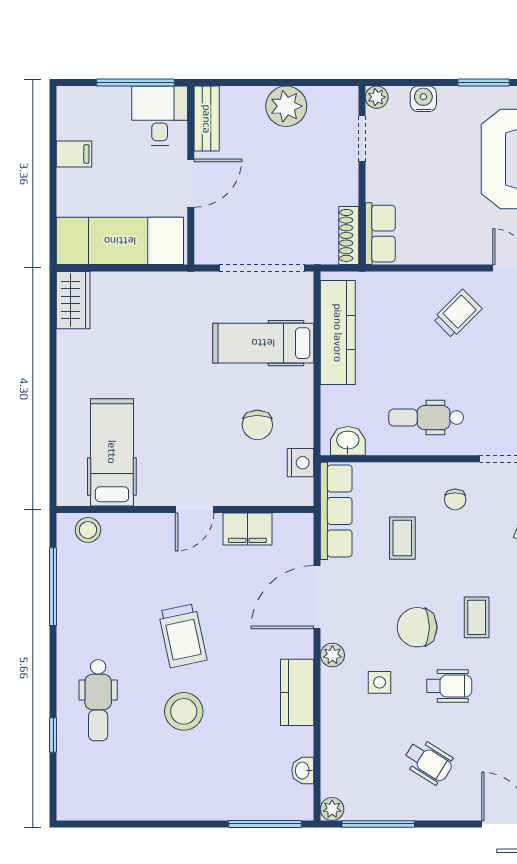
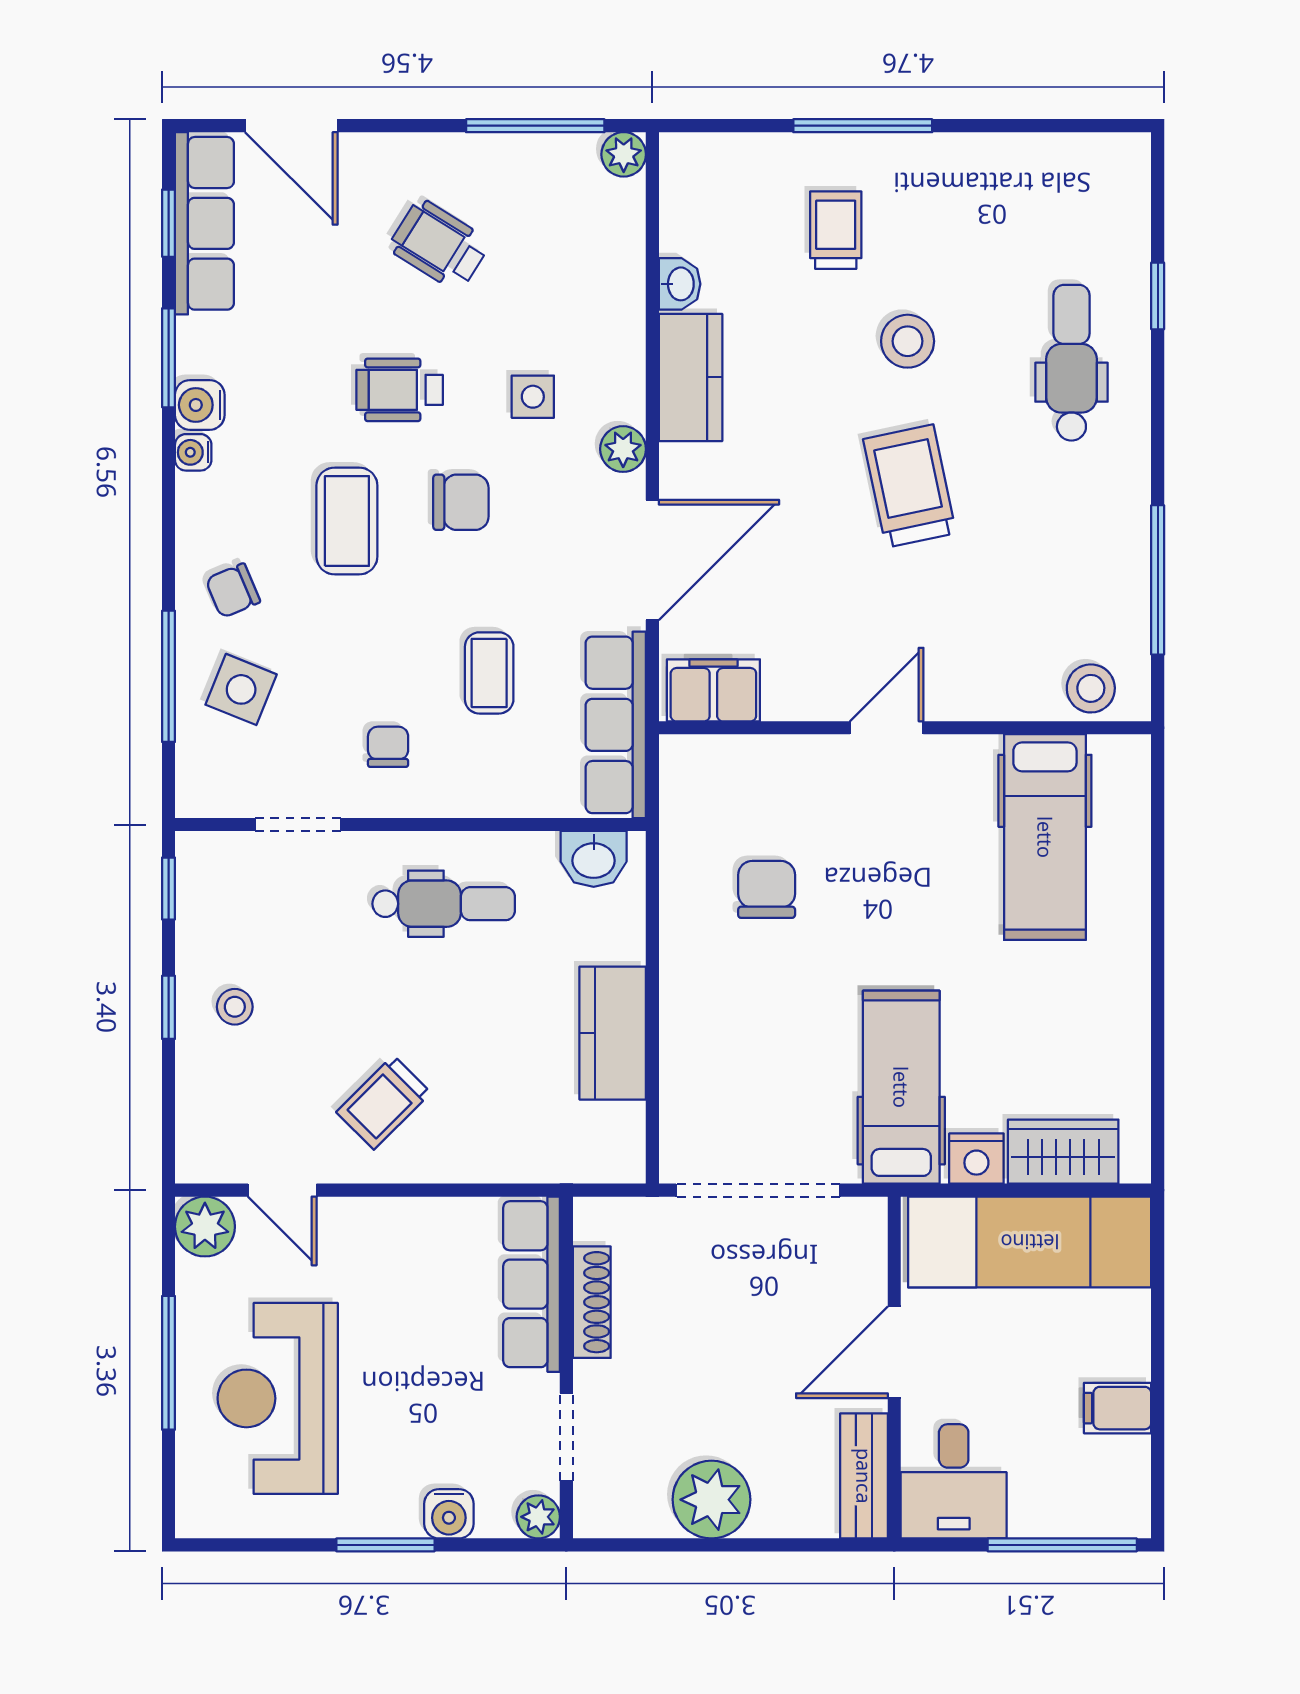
window: (135, 83) -> (1062, 1545), moved
window: (484, 83) -> (385, 1545), moved
row of seats: (380, 234) -> (532, 1284), width x1.48
shoe rack: (349, 235) -> (592, 1302), moved
wardrobe: (73, 300) -> (1063, 1152), moved, turned 90
kitchen counter: (338, 333) -> (613, 1033), width x0.67
hospital bed: (263, 343) -> (901, 1087), moved, turned -90
nightstand: (301, 463) -> (976, 1159), moved, turned -90
filing cabinet: (247, 529) -> (713, 690), moved
coffee table: (477, 617) -> (347, 521), width x1.36, depth x1.30
chair: (417, 627) -> (461, 502), width x0.73, depth x0.73
stool: (184, 711) -> (908, 341), width x0.73, depth x0.73
trolley: (221, 769) -> (836, 230), added
washbasin: (303, 771) -> (680, 284), moved
window: (265, 824) -> (863, 126), moved

